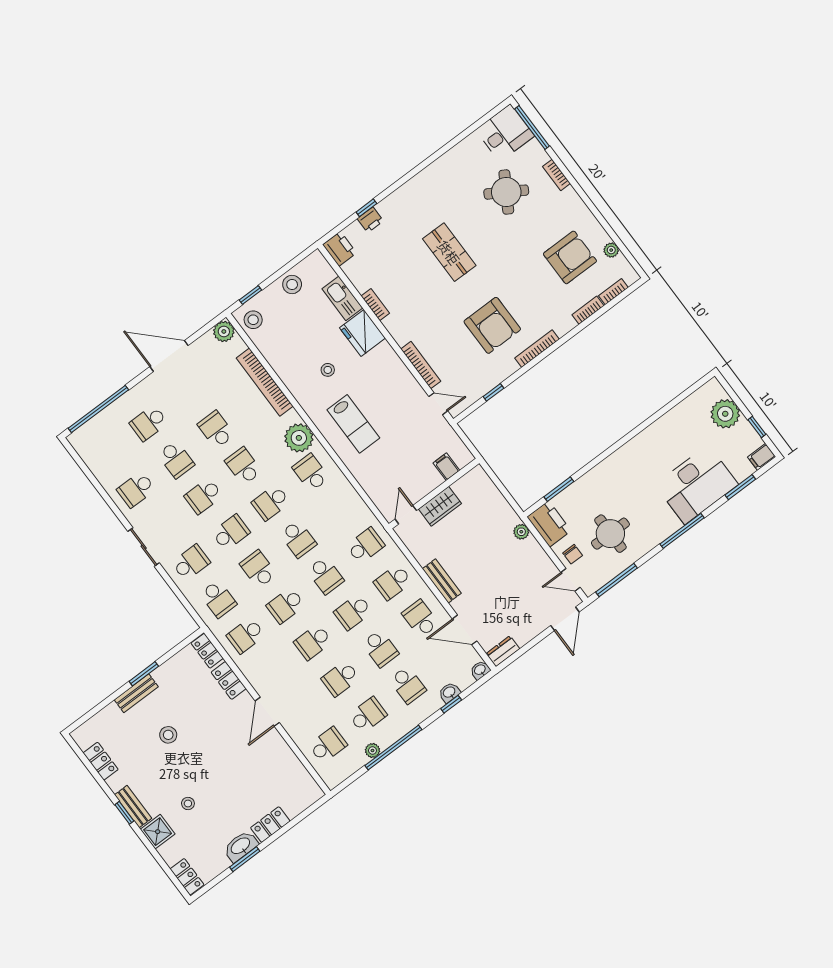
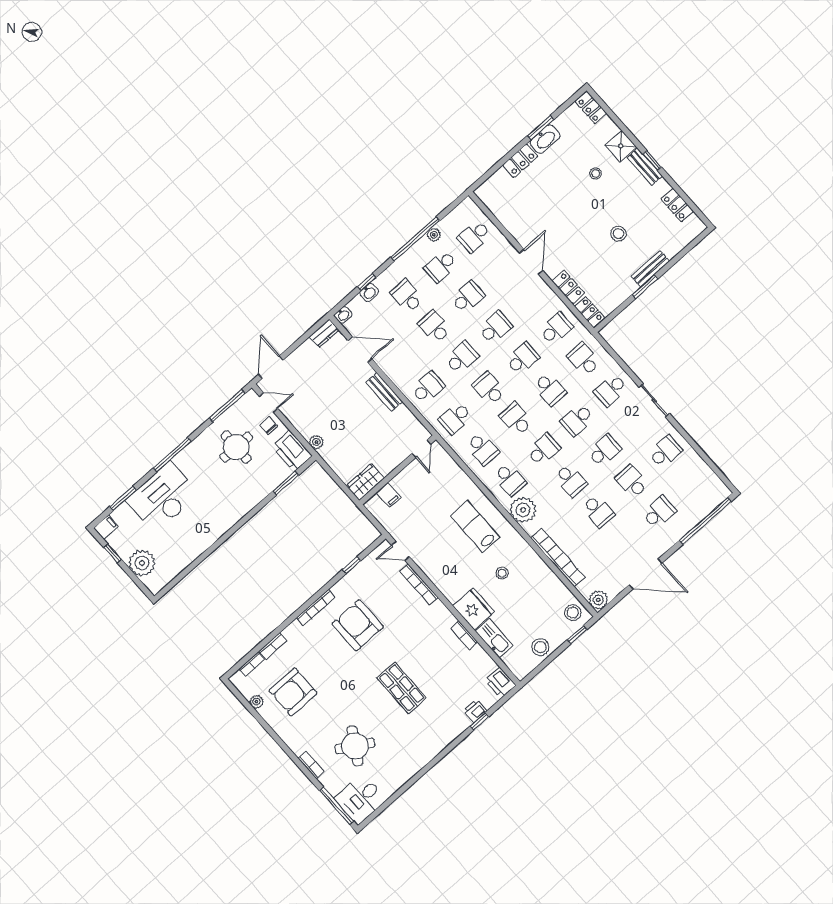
wardrobe: (440, 506) -> (365, 482), moved
school desk: (420, 619) -> (483, 449), moved

